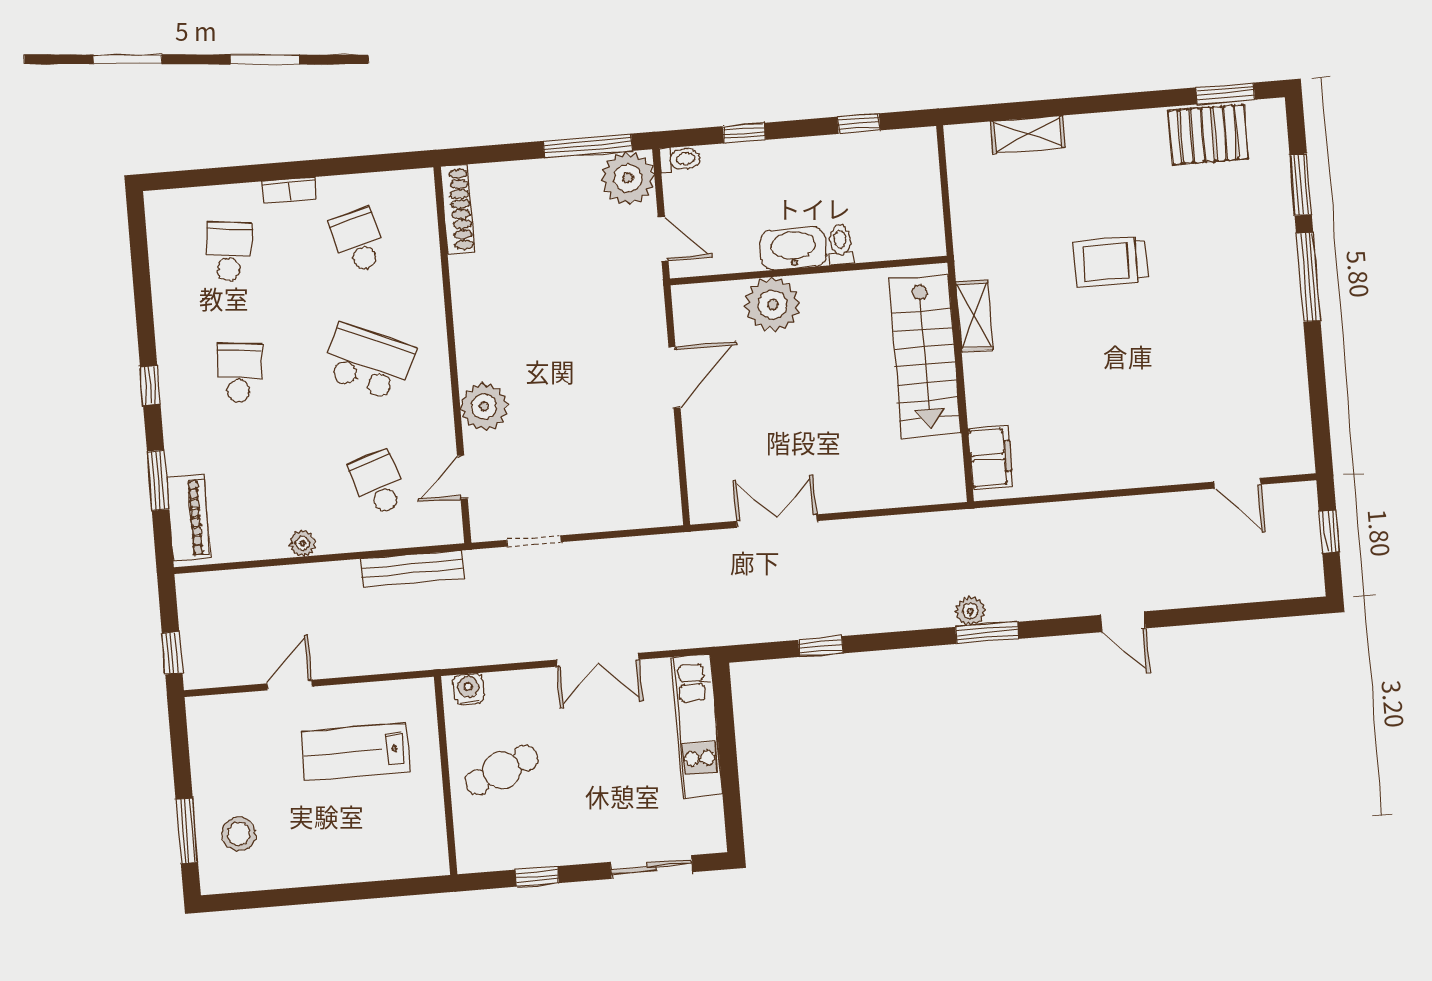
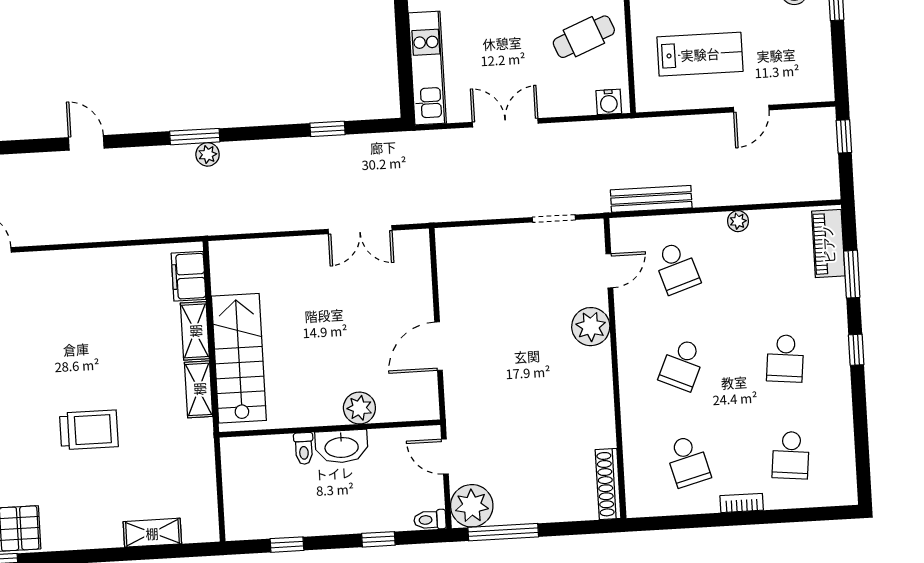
plant: (773, 305) -> (359, 408), width x0.73, depth x0.73
school desk: (368, 362) -> (682, 364), width x0.54
shelving: (981, 389) -> (195, 331), added

